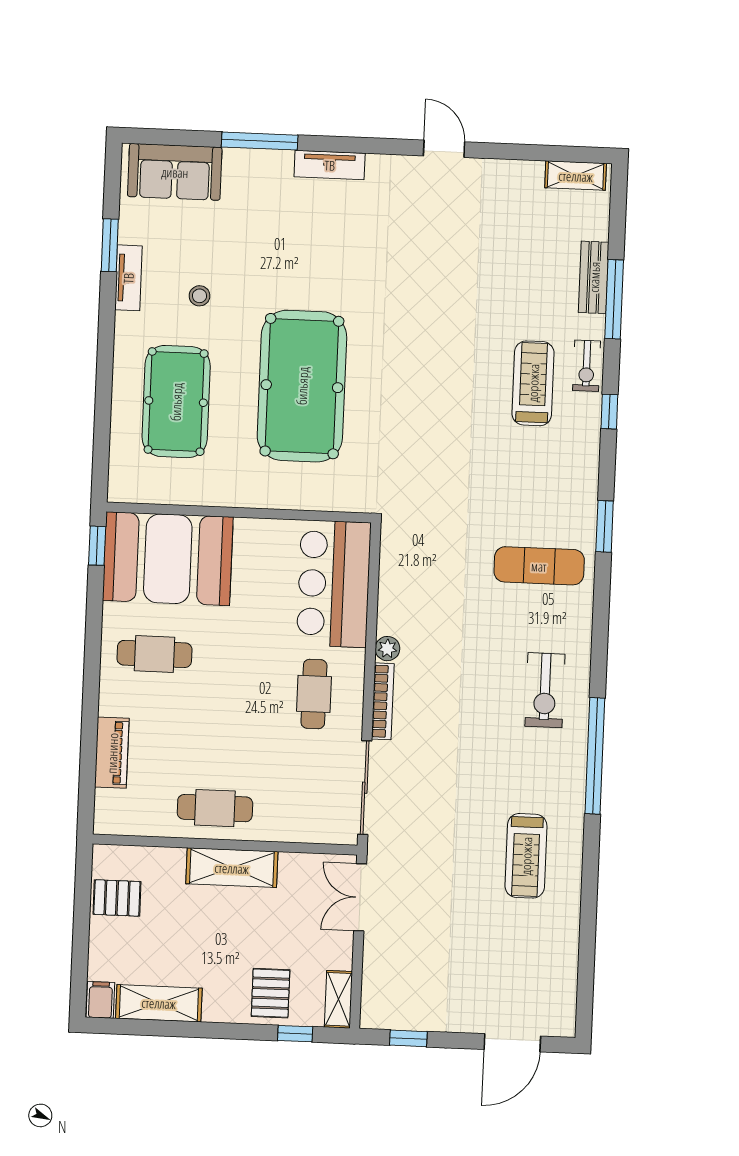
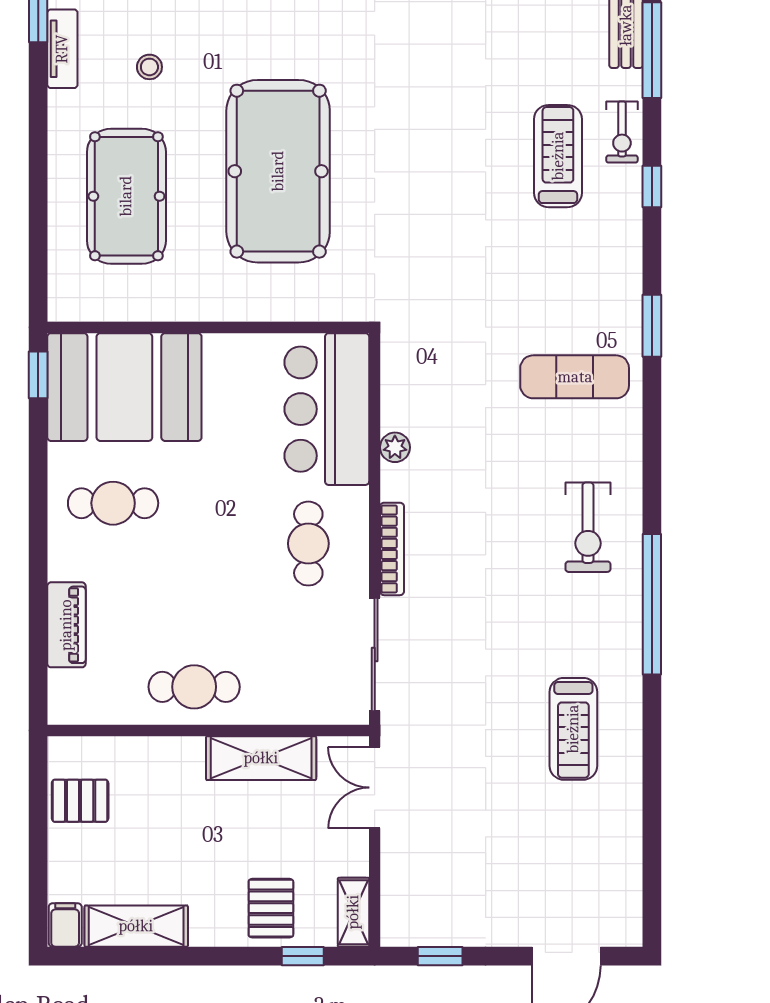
plant: (387, 649) -> (395, 447), moved
shelving: (232, 868) -> (261, 758), moved

